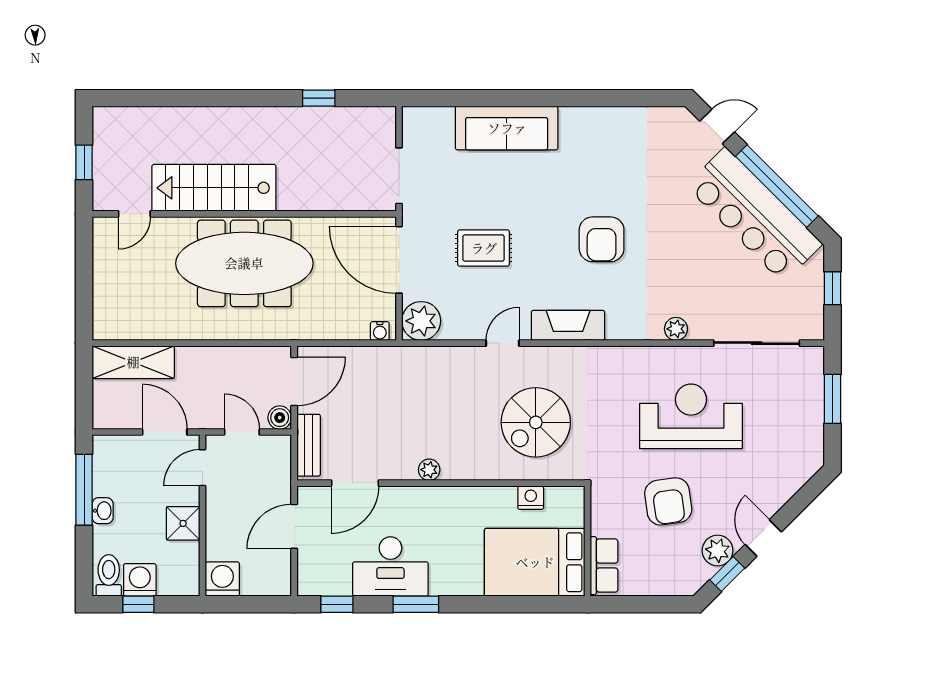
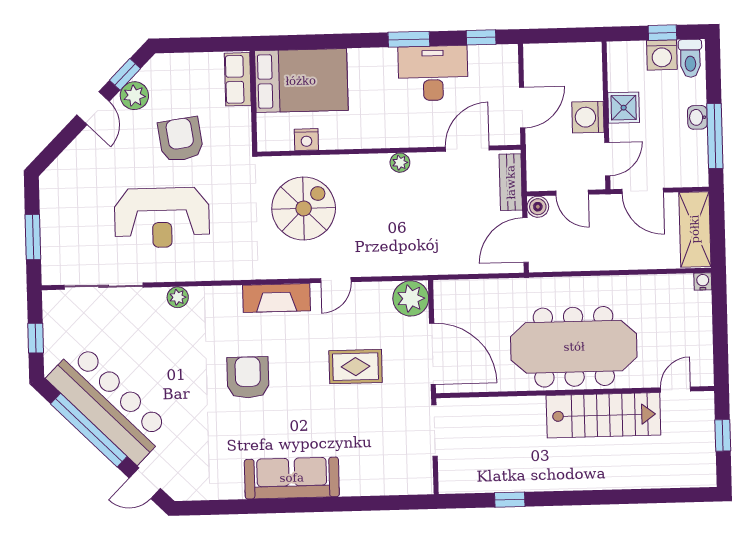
sofa: (507, 128) -> (292, 478), moved
water cooler: (380, 331) -> (703, 282), moved
shelving: (133, 362) -> (695, 229), moved, turned 90
washing machine: (222, 579) -> (588, 117), moved, turned 90

